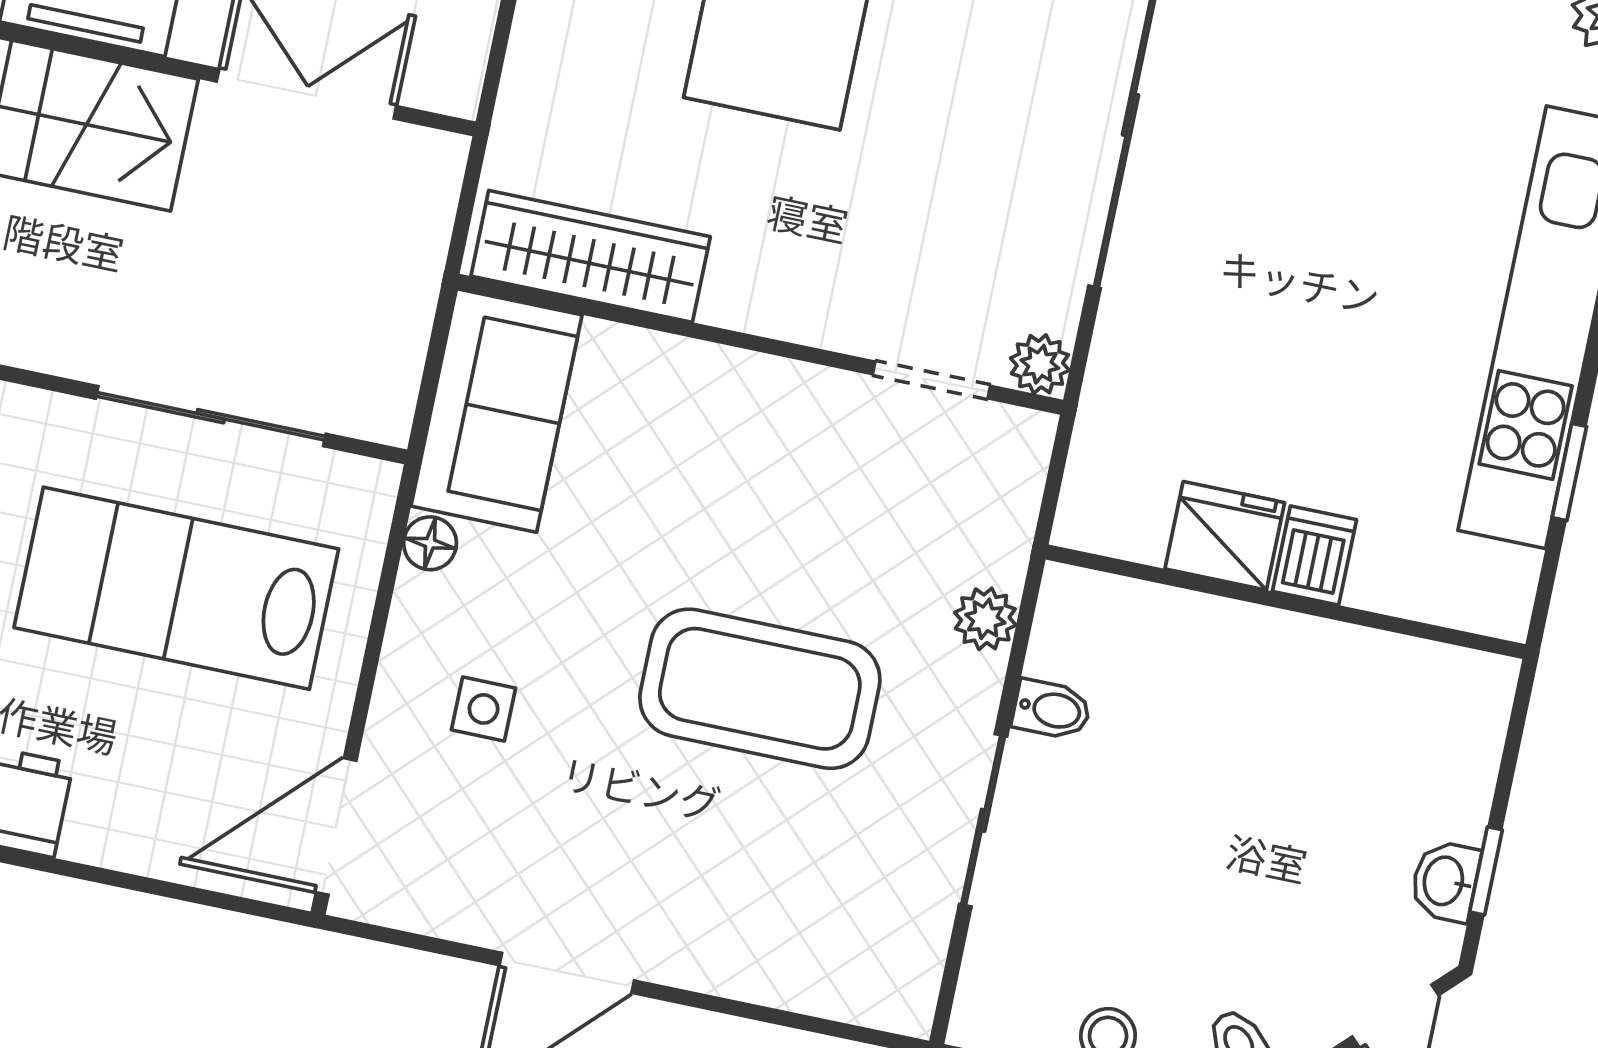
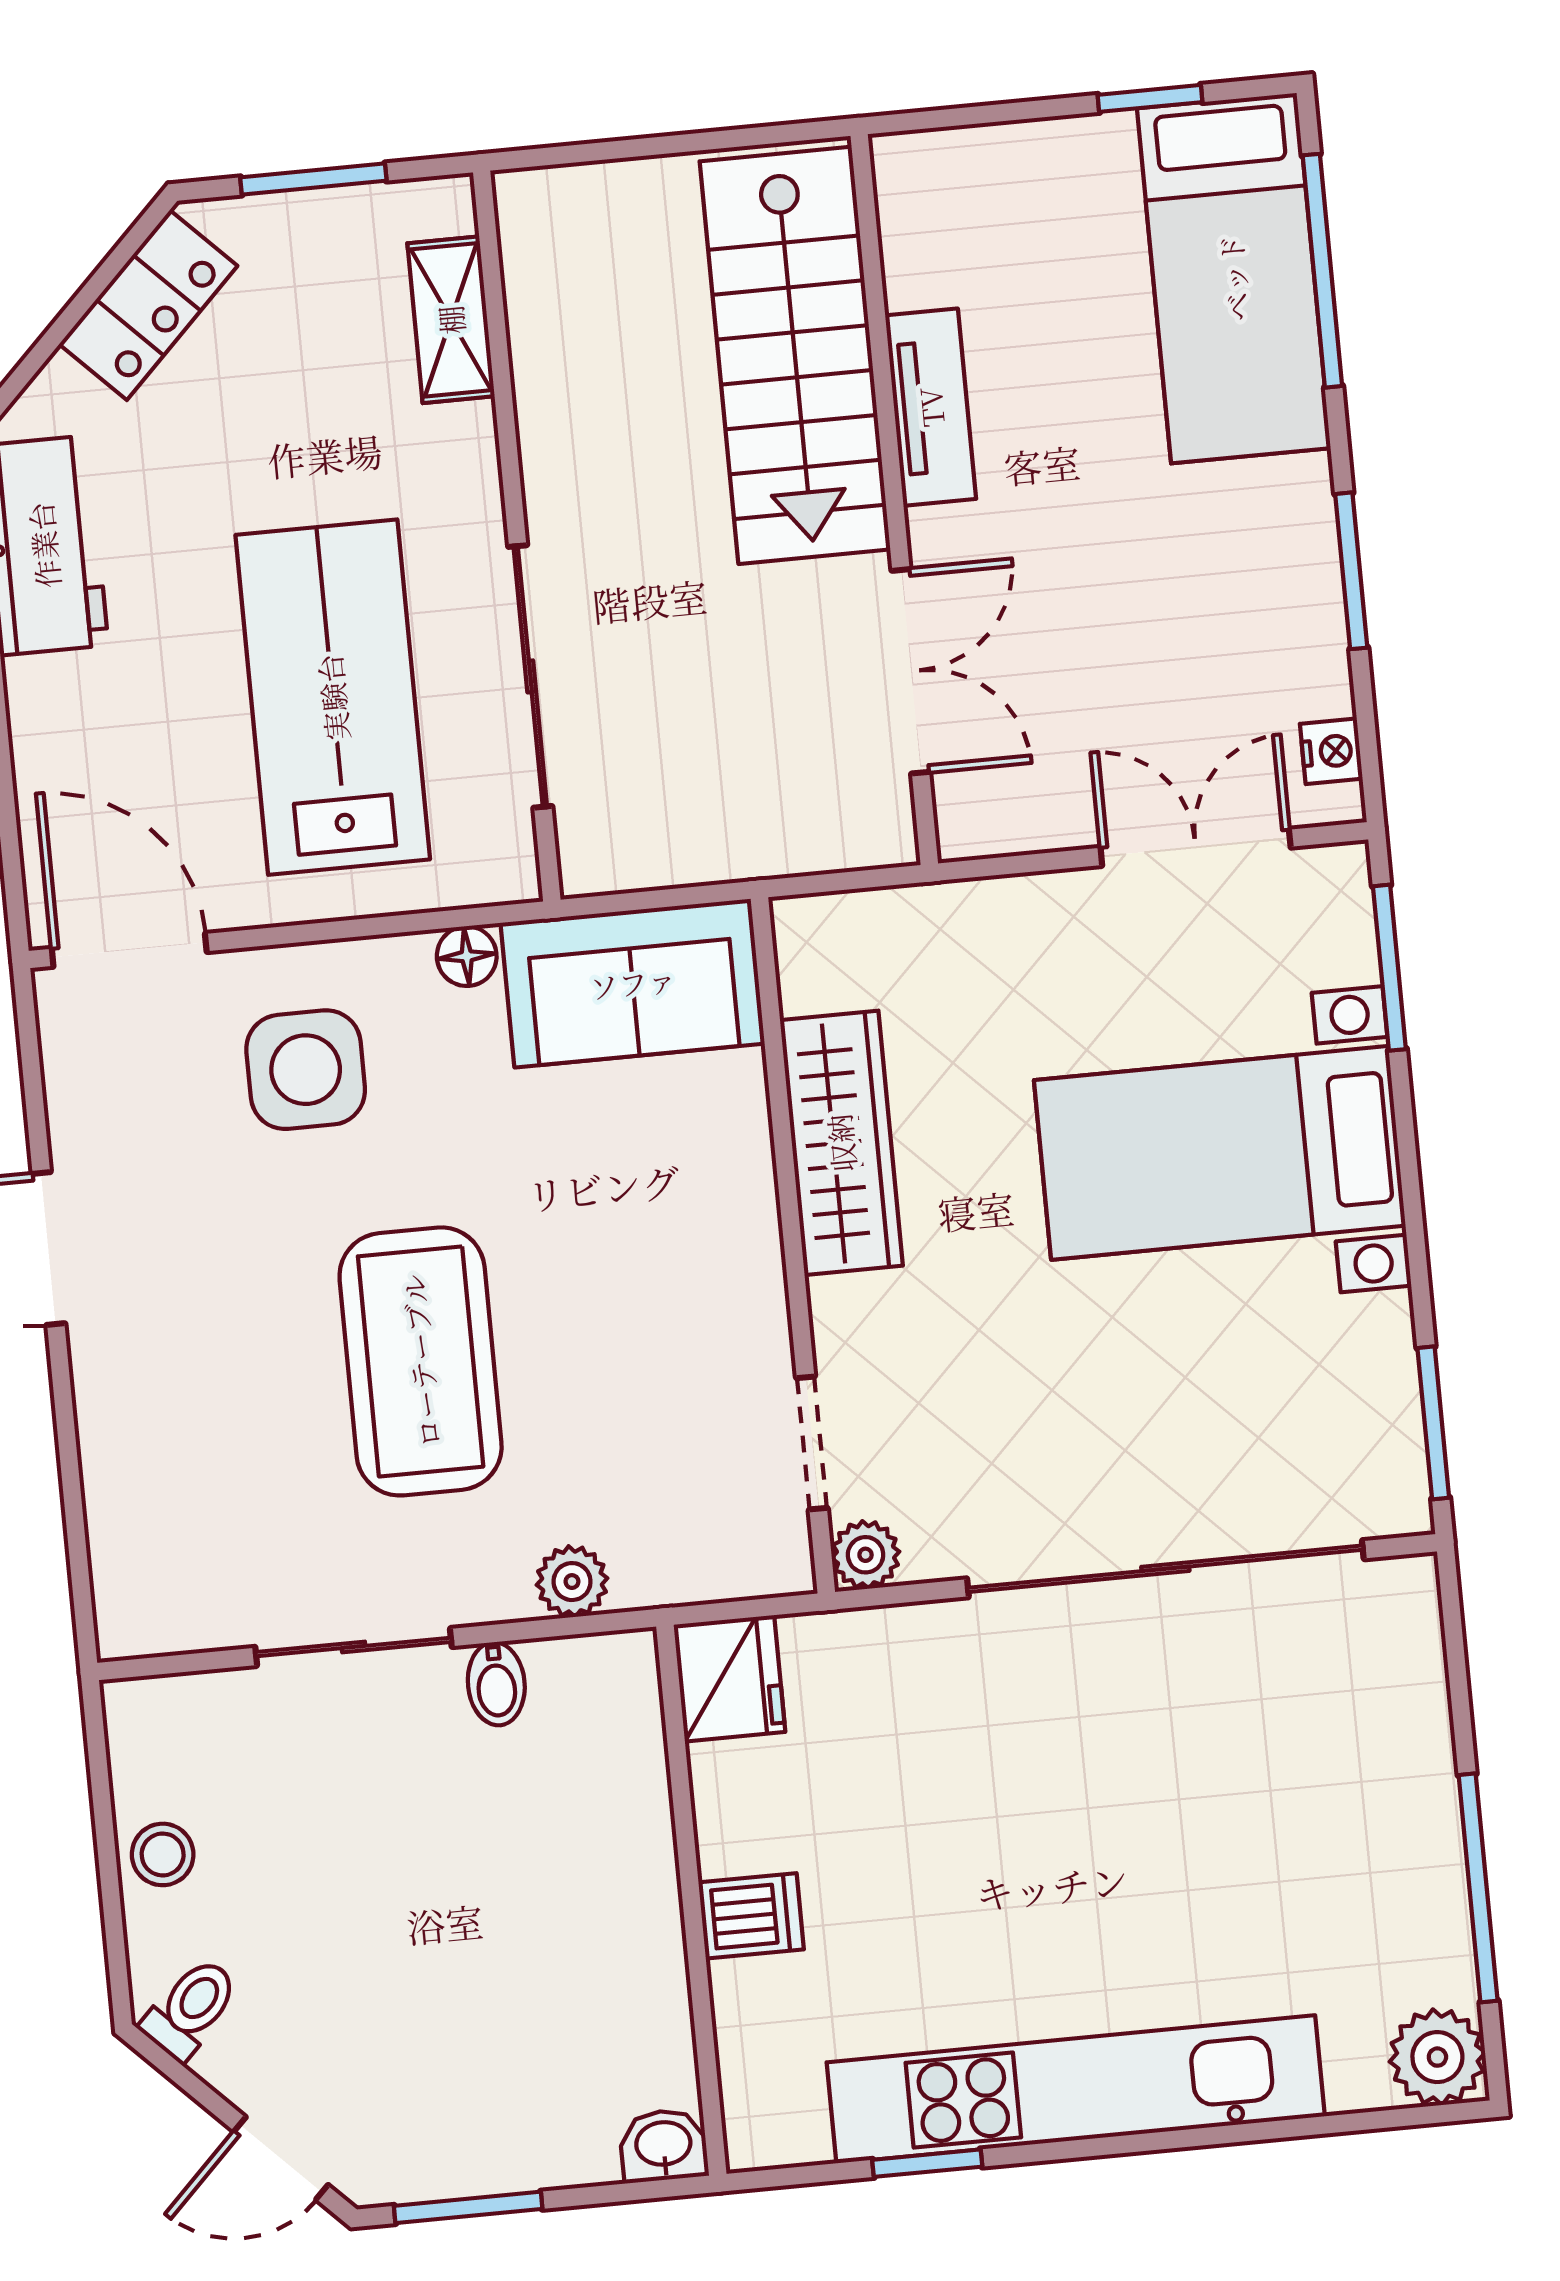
wardrobe: (591, 256) -> (841, 1143), moved
fridge: (1225, 536) -> (729, 1678), moved
side table: (484, 709) -> (306, 1070), width x1.87, depth x1.87
window: (1486, 871) -> (468, 2207), width x1.50
washbasin: (1445, 881) -> (664, 2145), moved

